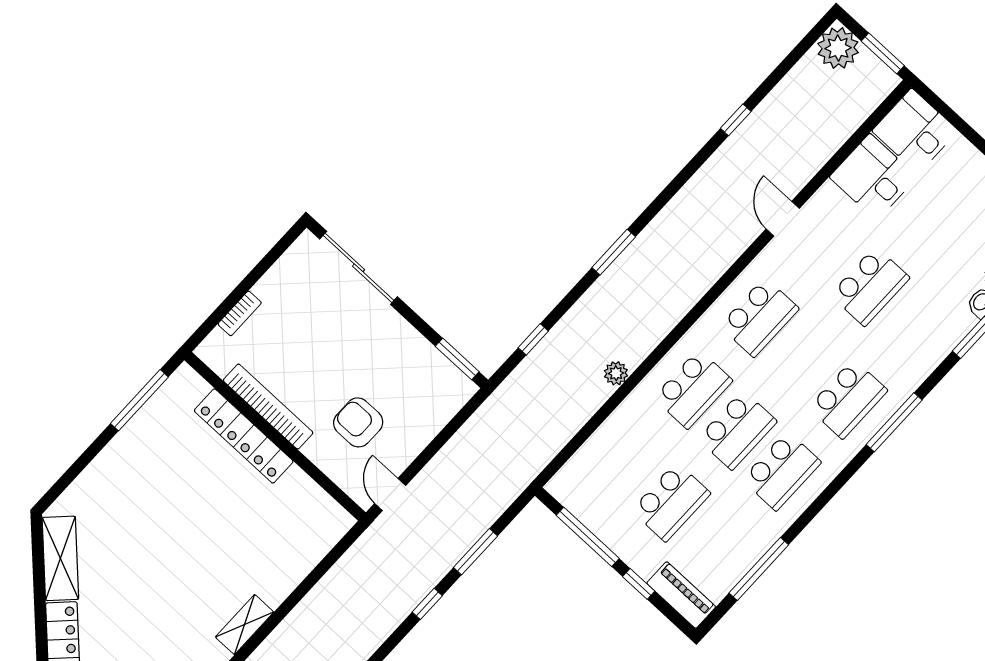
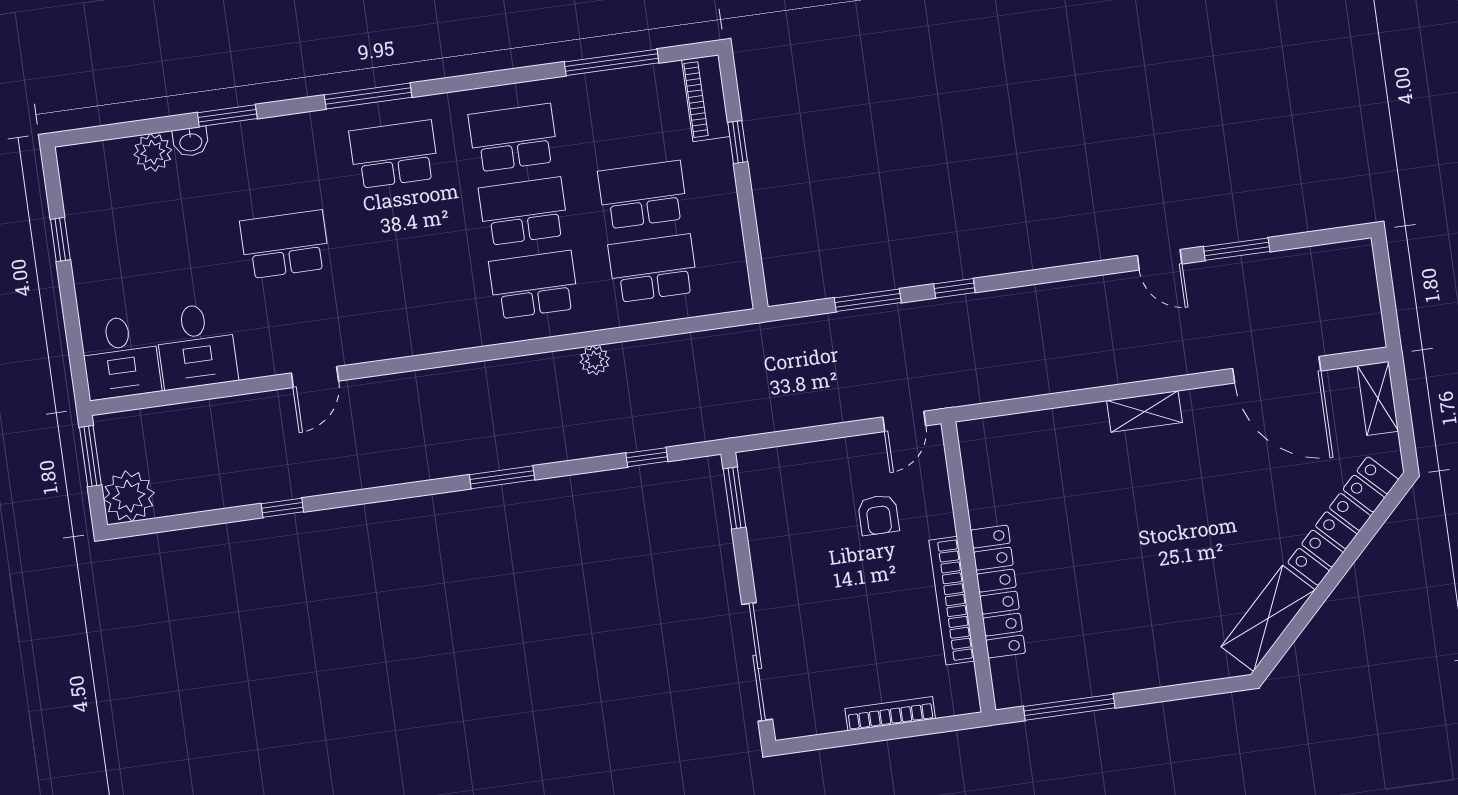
bookcase: (240, 313) -> (890, 714), width x1.56
school desk: (759, 317) -> (653, 268), moved
armchair: (358, 422) -> (878, 515), width x0.72, depth x0.72
window: (588, 537) -> (749, 227), removed

